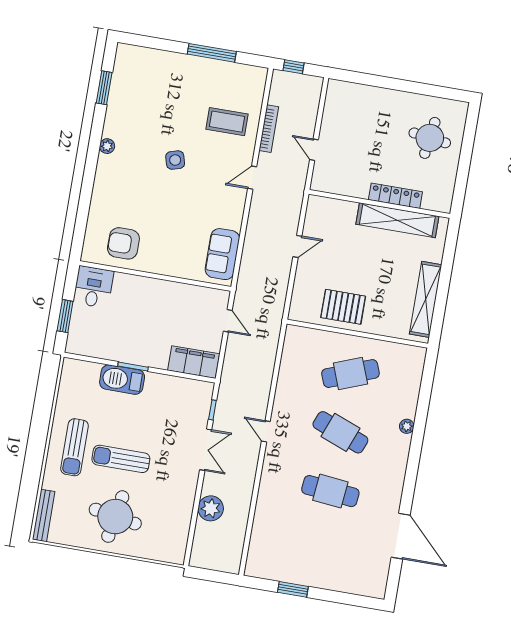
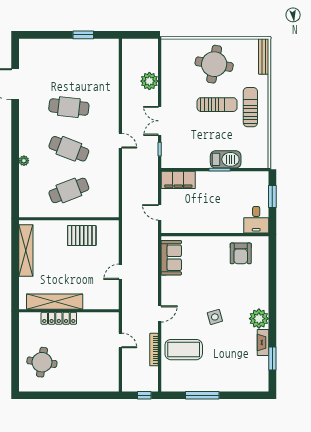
fireplace: (113, 112) -> (263, 343), added
coffee table: (227, 122) -> (184, 350), width x1.36, depth x1.32
plant: (107, 146) -> (259, 319), width x1.88, depth x1.88
armchair: (123, 243) -> (241, 253), turned 90

